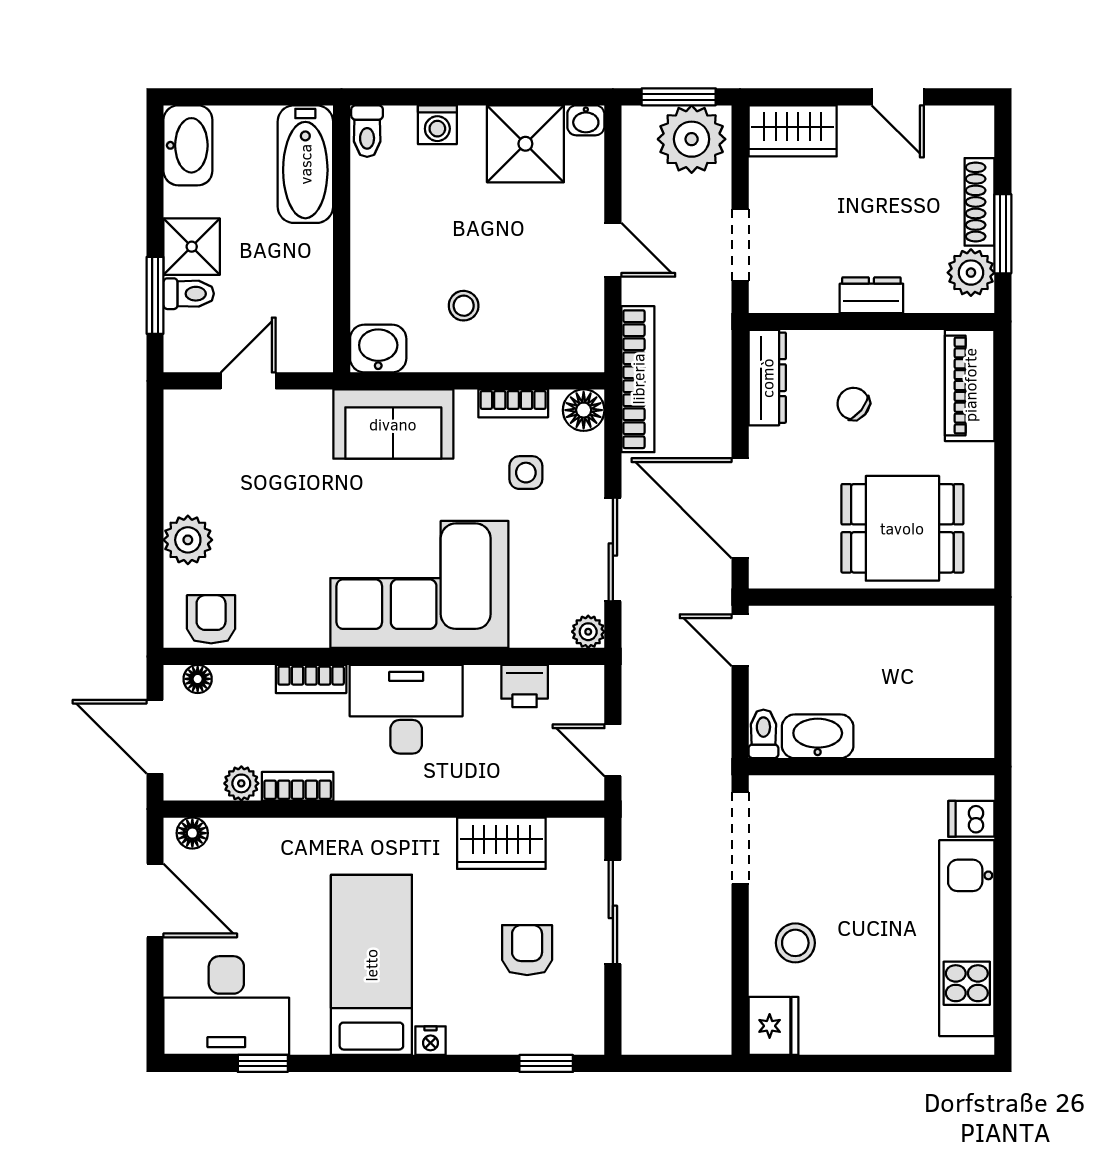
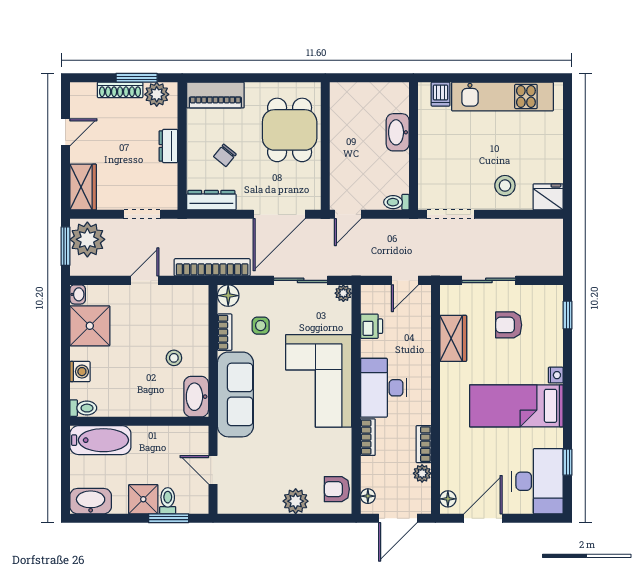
washbasin: (378, 349) -> (196, 397), width x1.38
sofa: (393, 424) -> (235, 394), width x1.36
washbasin: (818, 736) -> (398, 132), moved

